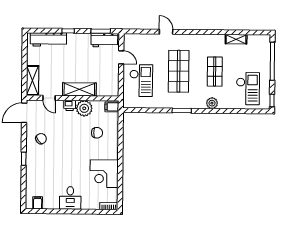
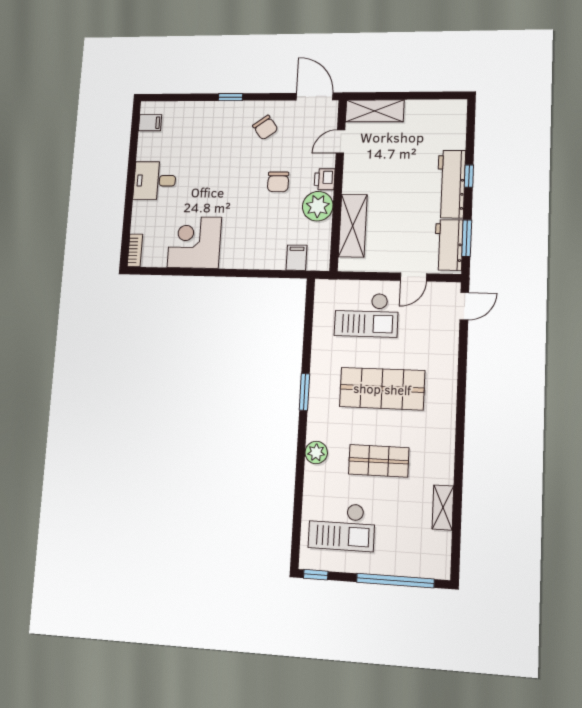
door: (166, 32) -> (464, 306), moved
workbench: (48, 40) -> (451, 184), moved
shelving: (79, 89) -> (353, 226), moved
filing cabinet: (112, 107) -> (297, 258), moved
chair: (97, 133) -> (278, 182), moved

